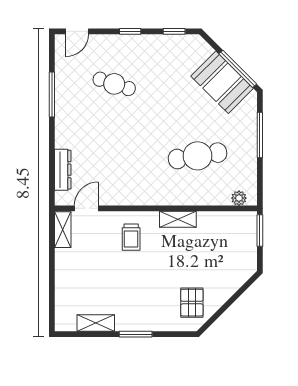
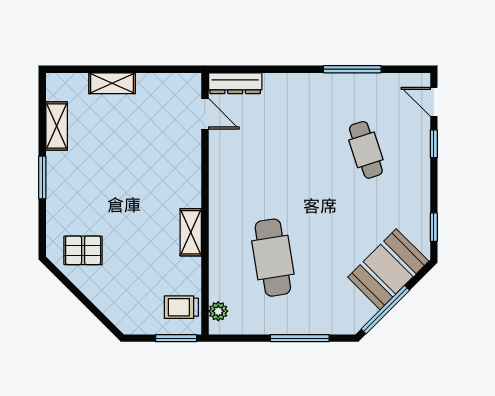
window: (130, 31) -> (434, 144), moved
booth: (222, 82) -> (388, 269), moved
cafe table: (114, 84) -> (366, 150), turned -36
dresser: (63, 170) -> (235, 83), moved
shelving: (63, 230) -> (112, 83), moved
trolley: (131, 237) -> (181, 307), moved

